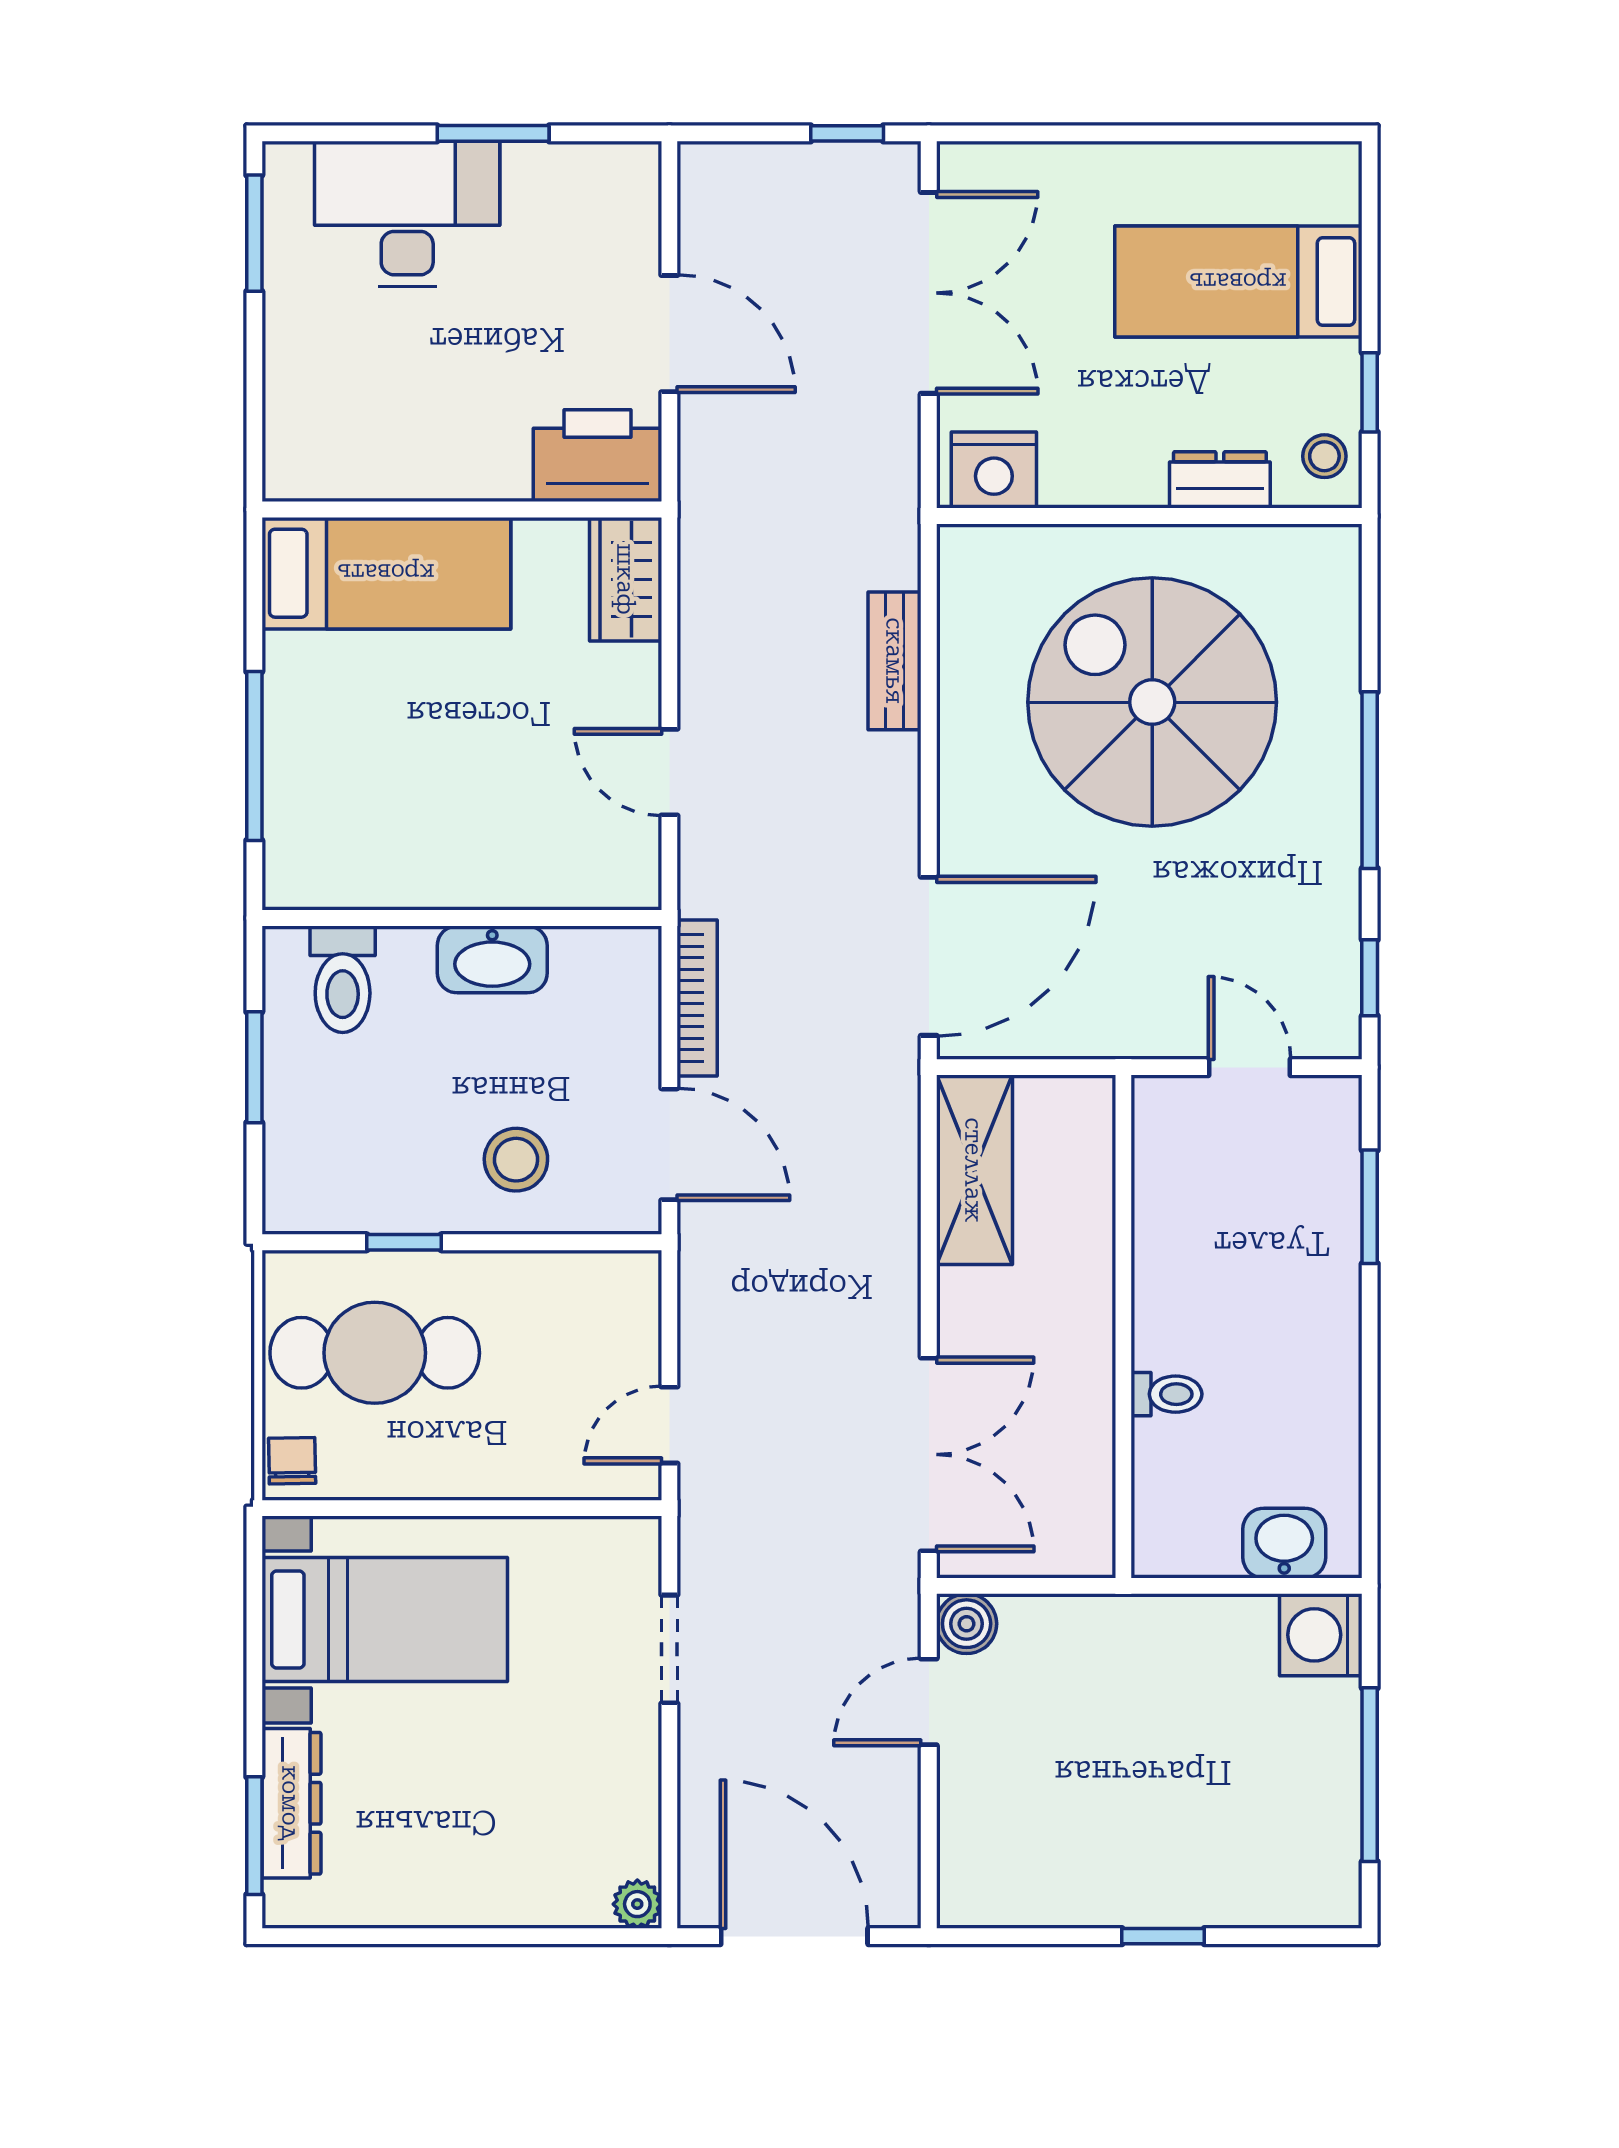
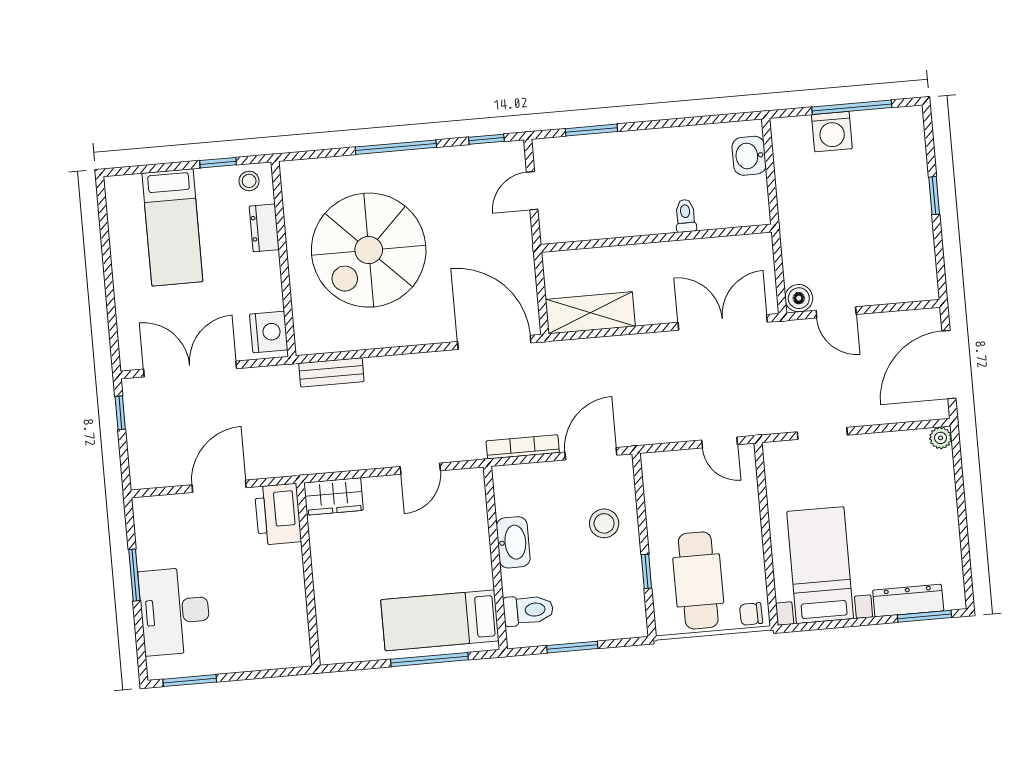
bed: (386, 573) -> (440, 620), moved, turned -90
bench: (895, 661) -> (331, 372), moved
washing machine: (1321, 1635) -> (832, 132), moved

